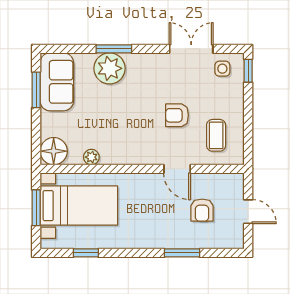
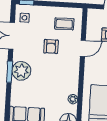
window: (114, 49) -> (10, 72), moved
plant: (110, 68) -> (21, 71), moved

